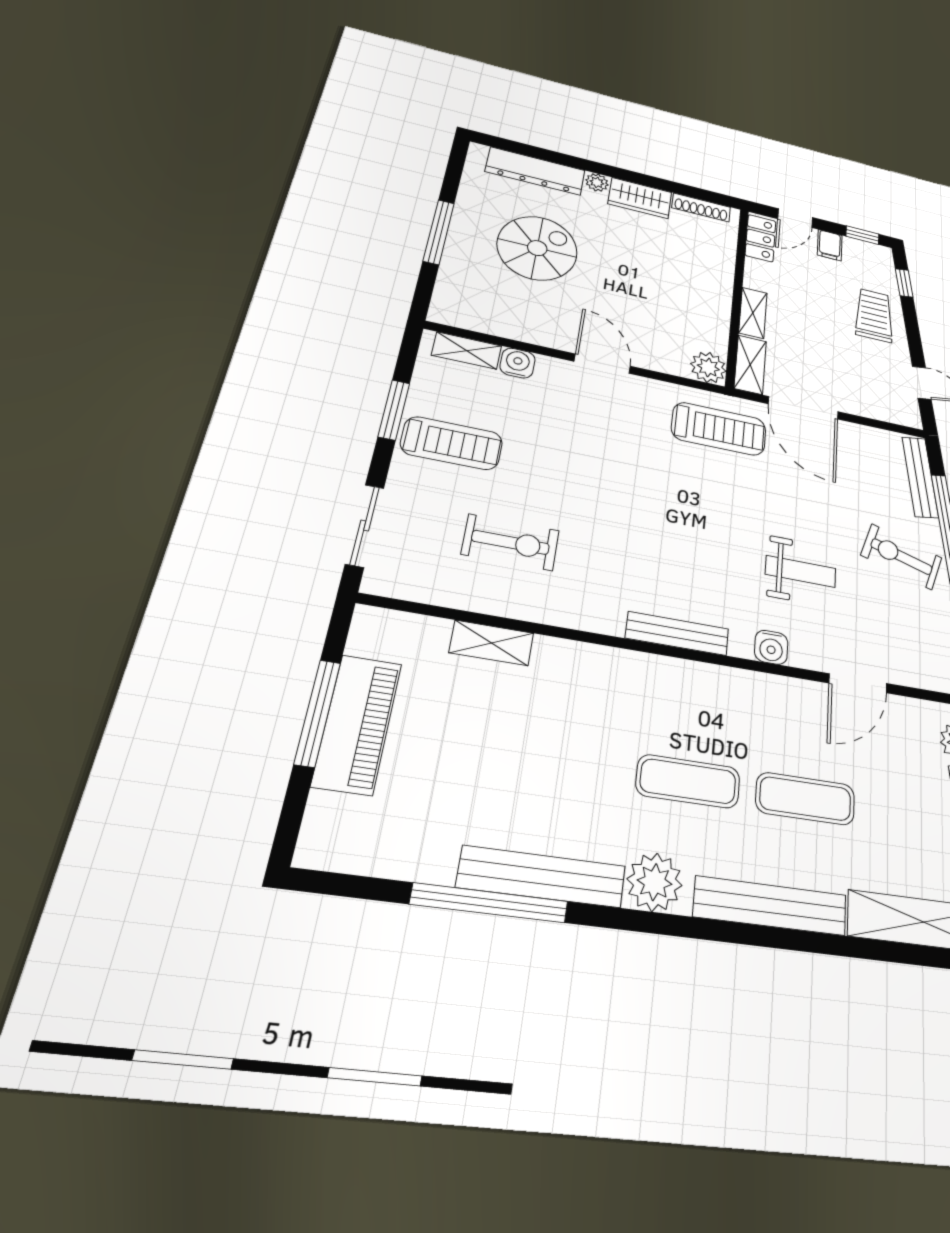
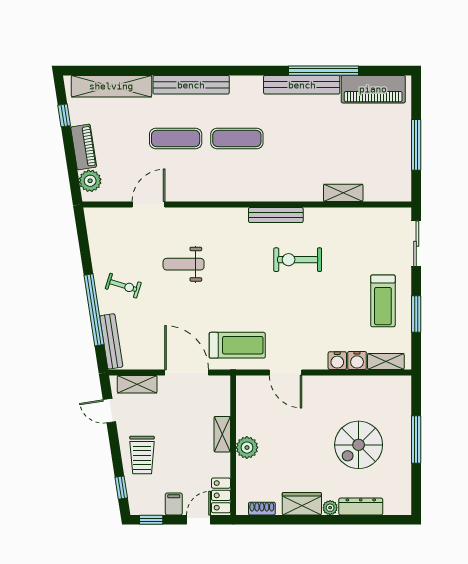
dresser: (535, 171) -> (361, 506), width x0.73, depth x0.80
shoe rack: (701, 208) -> (262, 509), width x0.70
door: (602, 364) -> (285, 373), moved
shelving: (750, 365) -> (137, 384), moved, turned 90
plant: (708, 367) -> (247, 448), moved
treadmill: (719, 429) -> (237, 345), turned 180
treadmill: (452, 443) -> (383, 301), turned -90
exercise bike: (511, 542) -> (298, 260), moved
exercise bike: (902, 557) -> (123, 286), width x0.73, depth x0.72
bench: (677, 633) -> (276, 215), moved
water cooler: (771, 647) -> (337, 361), moved, turned 180
piano: (357, 724) -> (373, 89), moved, turned -90
plant: (655, 882) -> (249, 89), removed

